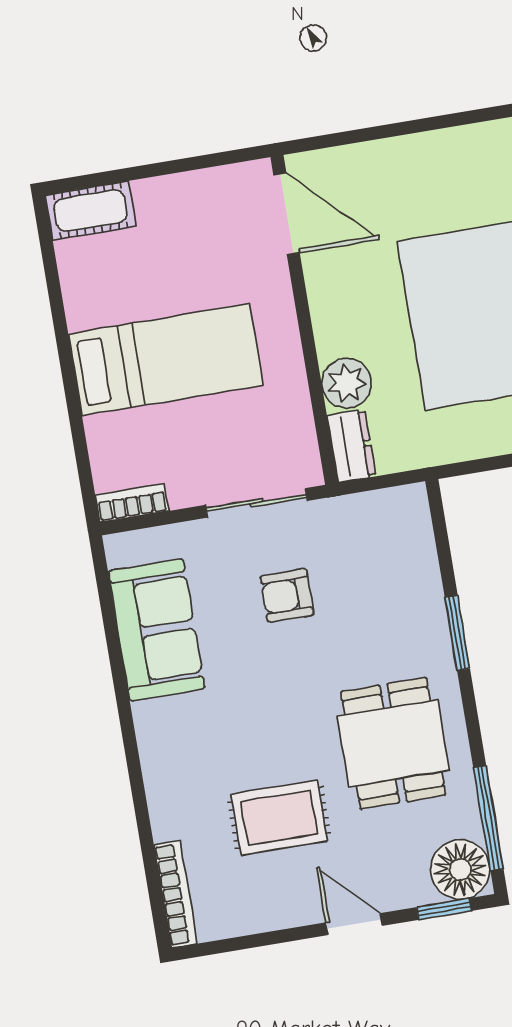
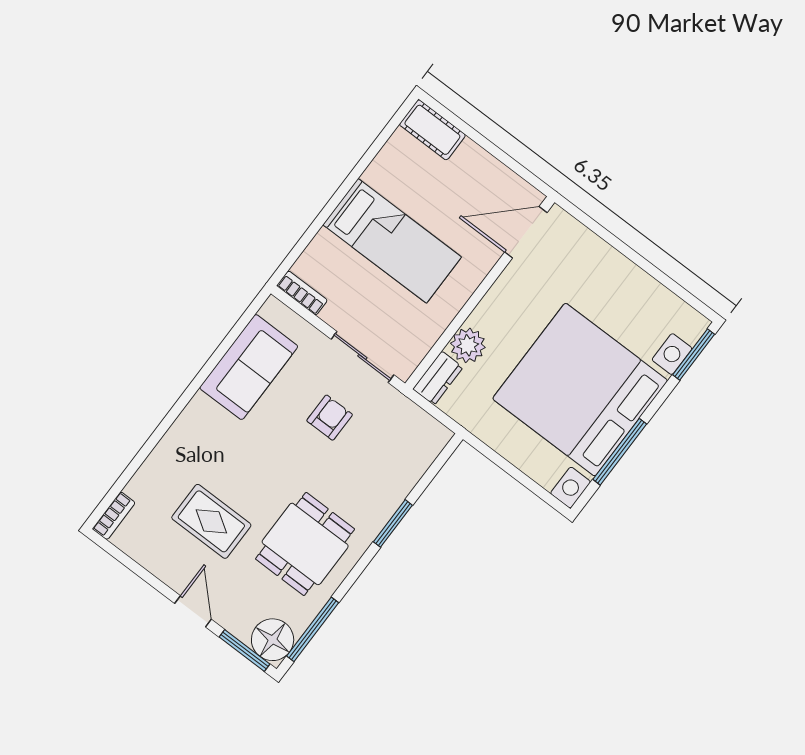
door: (287, 214) -> (526, 232), swing flipped
armchair: (287, 596) -> (330, 418), turned 90
bookcase: (176, 894) -> (114, 516), width x0.64
window: (444, 909) -> (244, 651), width x1.50

